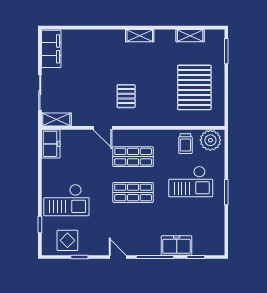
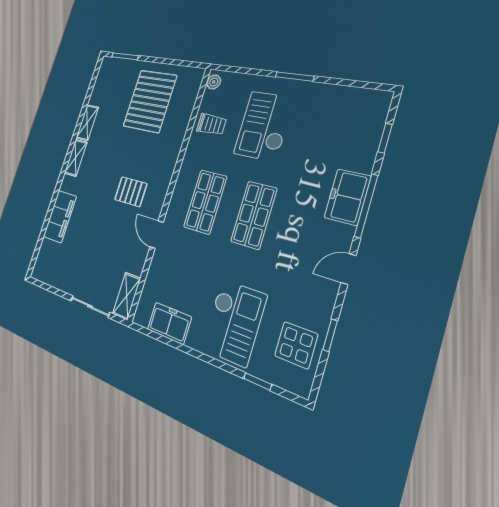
shelving: (190, 36) -> (87, 123), moved
filing cabinet: (51, 49) -> (60, 217), moved, turned 90
pallet: (194, 87) -> (150, 101), turned 90
door: (103, 128) -> (157, 235), swing flipped
plant: (210, 140) -> (214, 82), width x0.53, depth x0.53
freezer: (51, 144) -> (169, 323), moved
checkout: (191, 182) -> (264, 126), turned 180
freezer: (177, 245) -> (347, 197), moved

